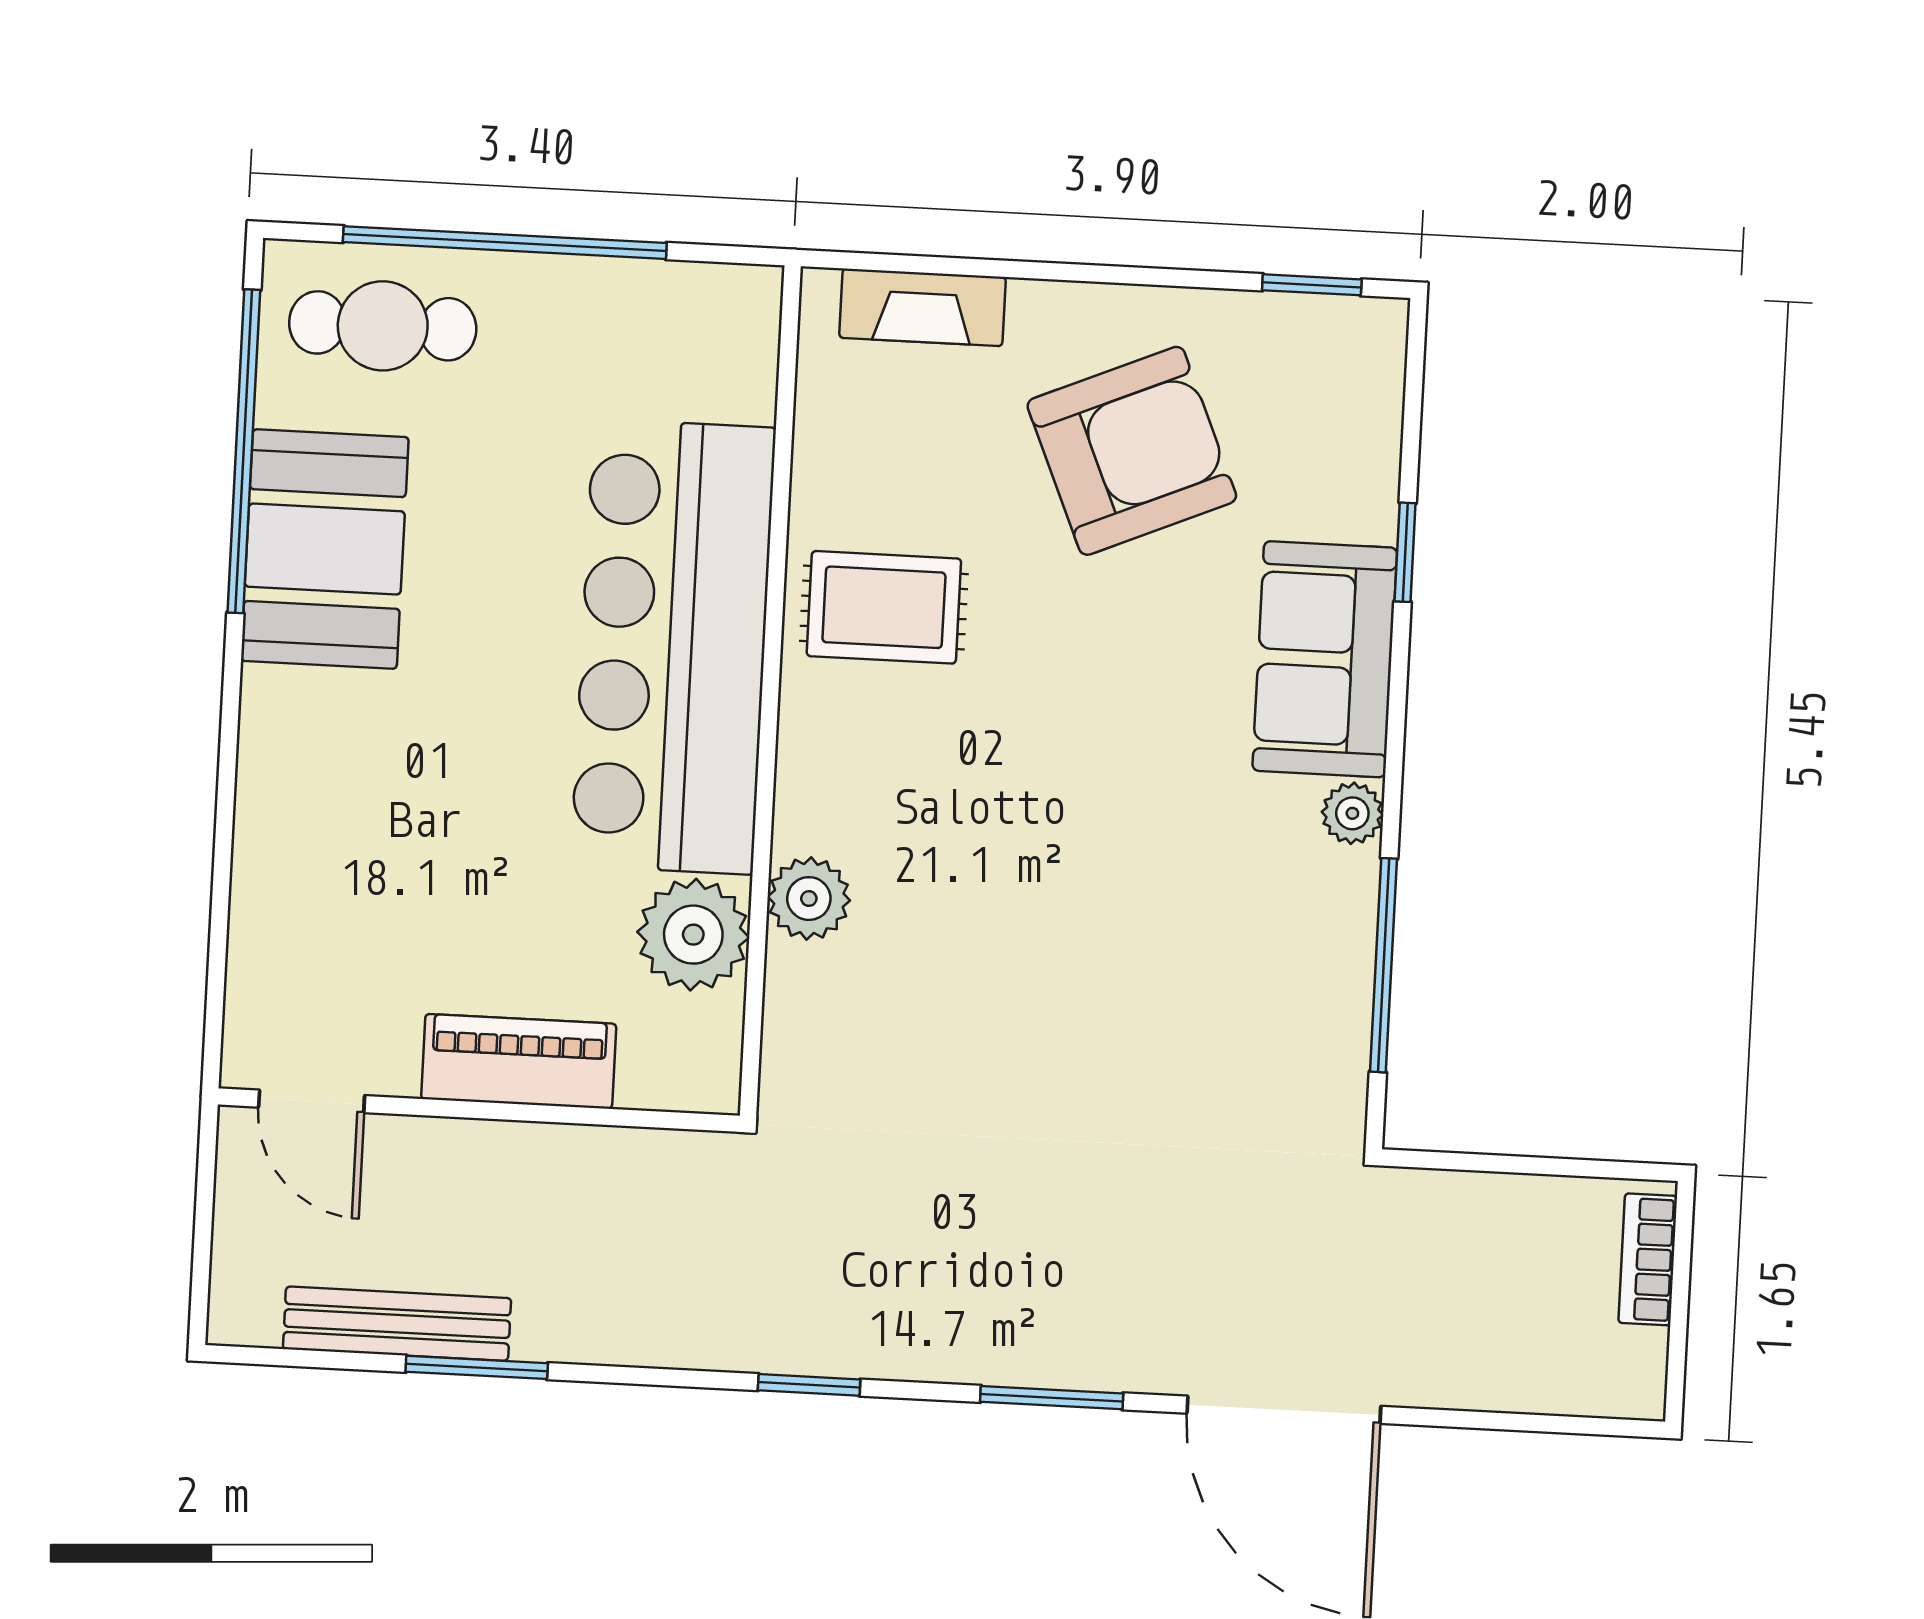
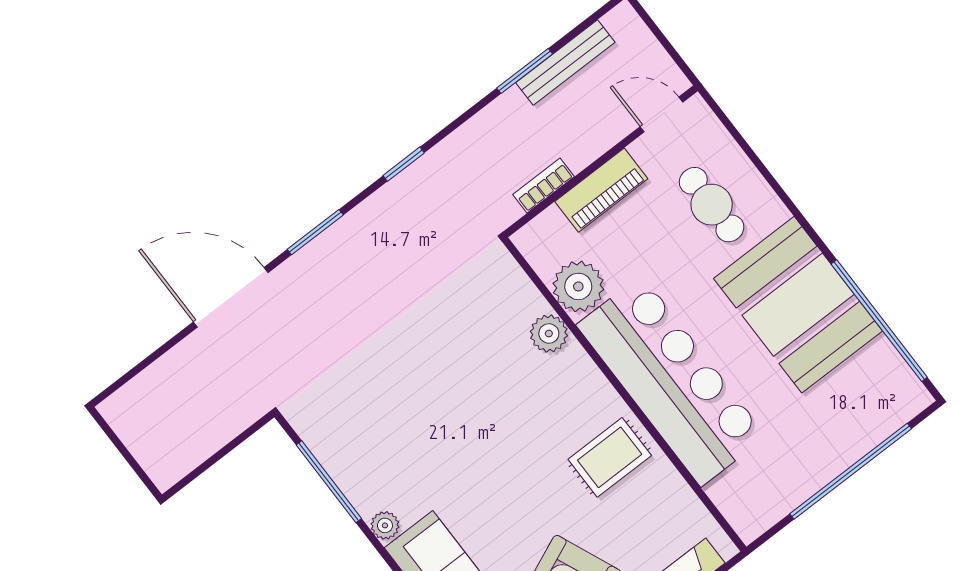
cafe table: (383, 326) -> (712, 205), moved, turned 90
booth: (325, 549) -> (798, 305), width x1.36, depth x1.42
bookcase: (1648, 1259) -> (544, 186), moved, turned -90

